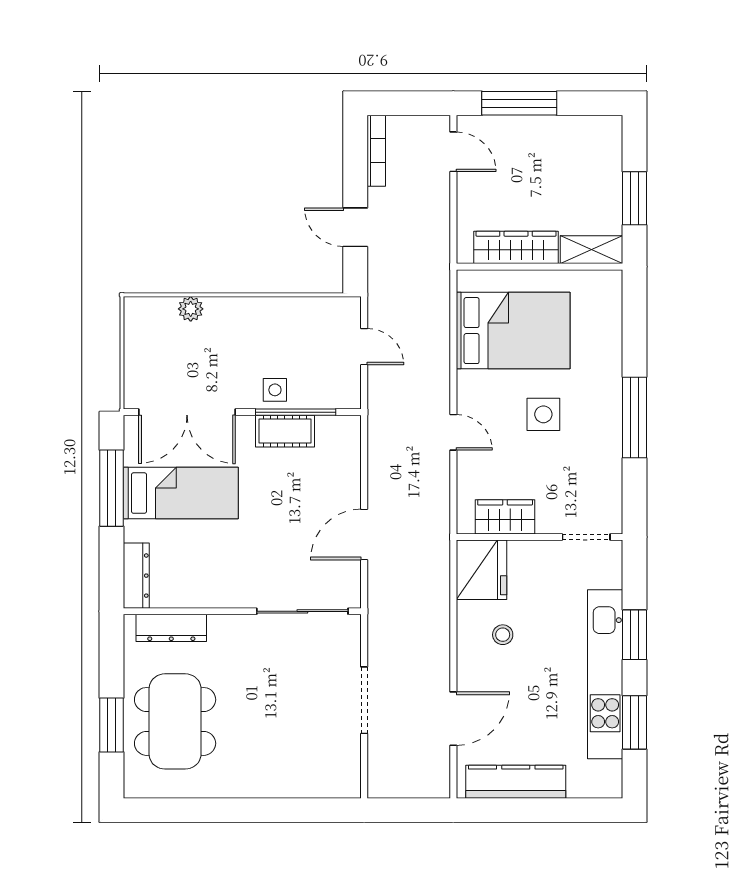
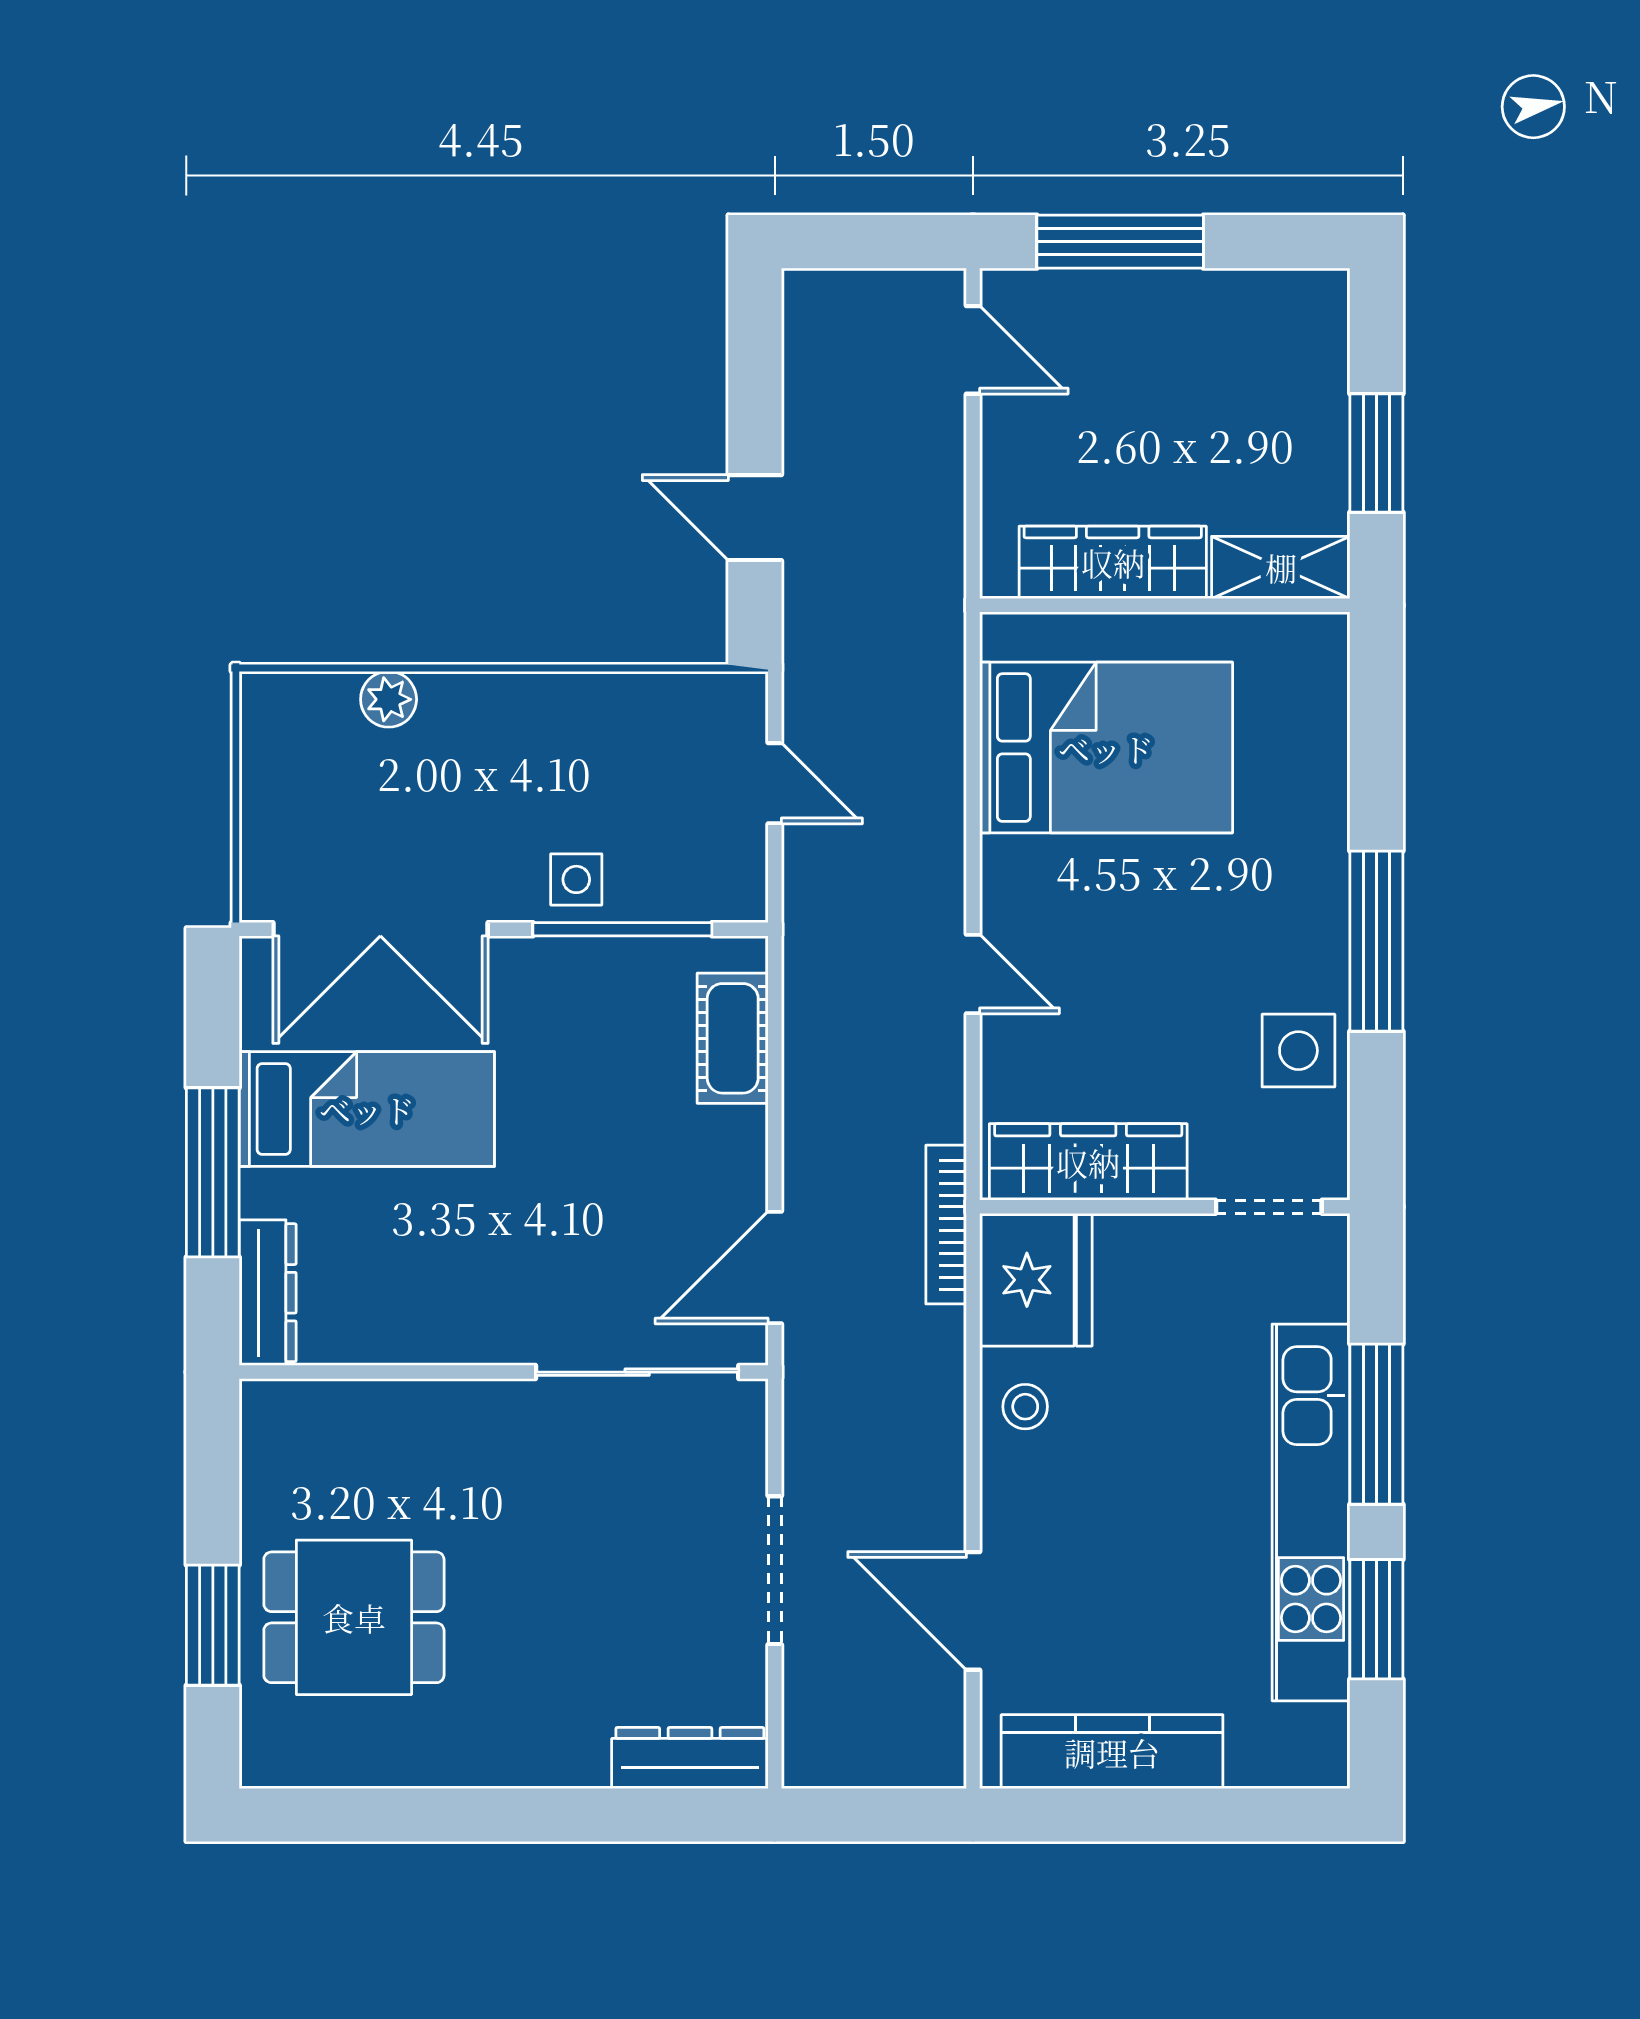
bookcase: (376, 151) -> (946, 1225), moved, turned 180
side table: (543, 414) -> (1298, 1051), moved
cot: (285, 431) -> (733, 1038), moved, turned 90
window: (112, 488) -> (213, 1172), moved
wardrobe: (505, 517) -> (1088, 1162), width x1.50
door: (364, 535) -> (775, 1268), moved
dresser: (171, 628) -> (690, 1758), moved, turned 180
stool: (503, 635) -> (1025, 1407), moved
window: (635, 635) -> (1376, 1424), width x1.44
door: (453, 719) -> (973, 1611), swing flipped
dining table: (175, 721) -> (354, 1617), width x0.73

